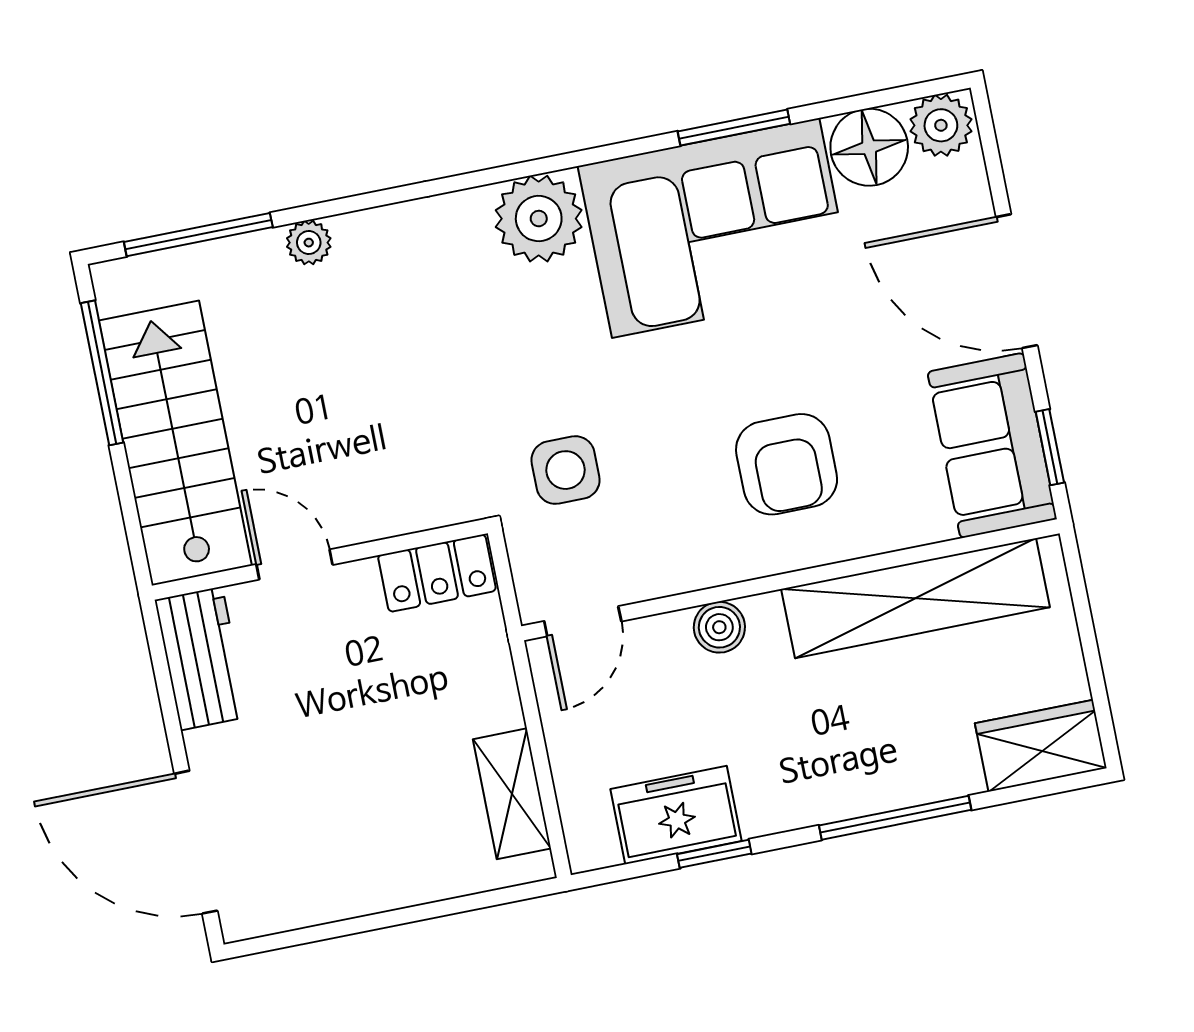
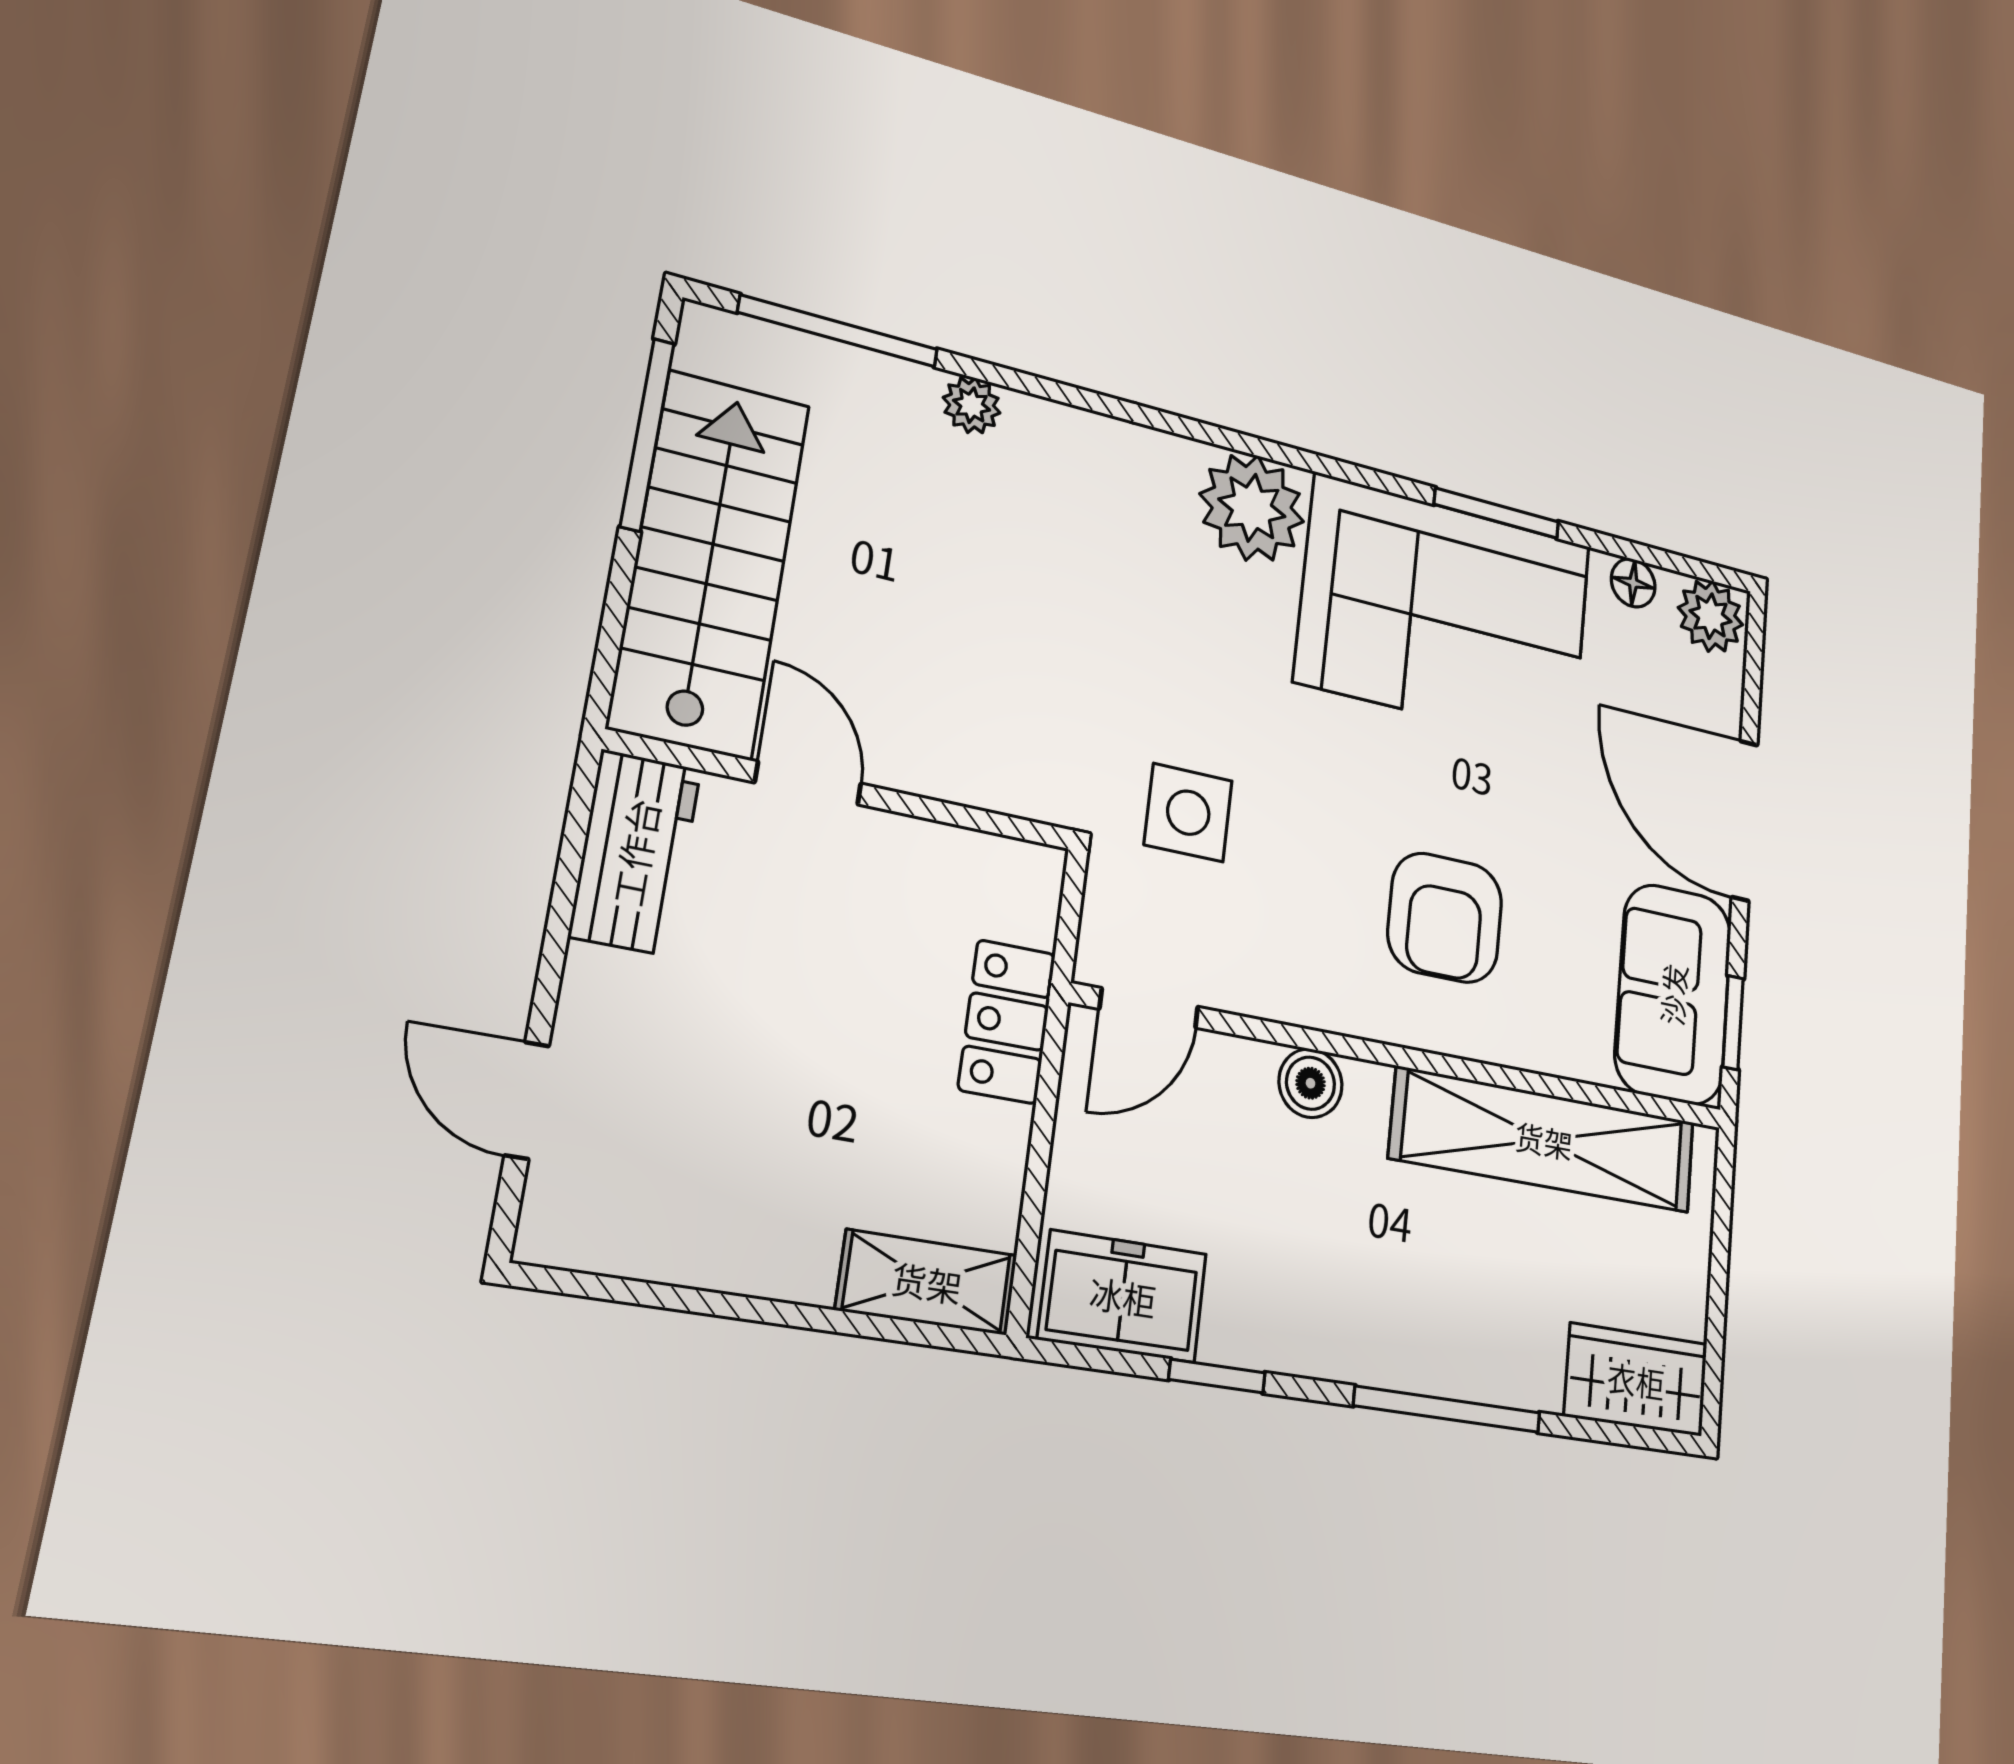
floor lamp: (869, 147) -> (1633, 583), width x0.53, depth x0.53
locker: (437, 573) -> (1007, 1022), moved, turned 90
shelving: (512, 794) -> (927, 1282), moved, turned 90
freezer: (676, 815) -> (1123, 1296), moved
door: (196, 842) -> (527, 1100), width x0.53

